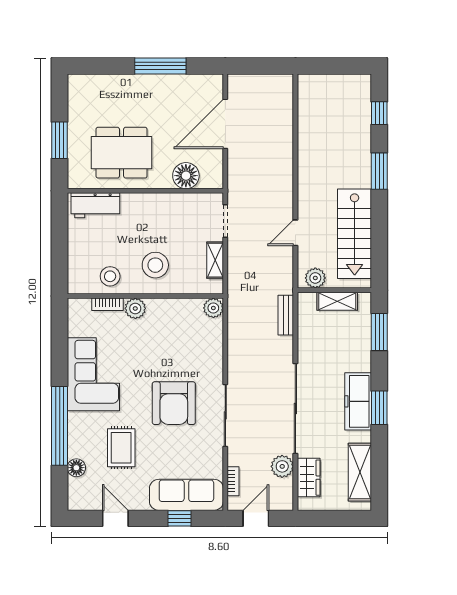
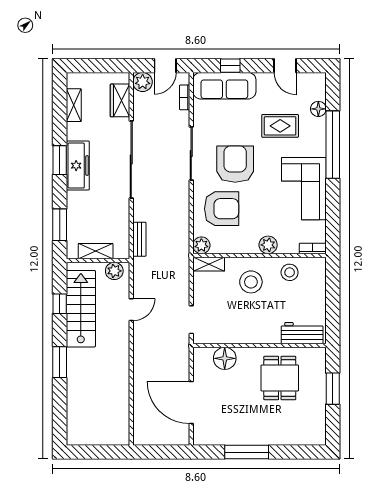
window: (379, 113) -> (60, 304), moved
door: (225, 124) -> (191, 403), swing flipped
dining table: (122, 153) -> (280, 378), width x0.73
shelving: (215, 260) -> (209, 264), moved, turned 90
bookcase: (108, 304) -> (313, 248), moved
armchair: (190, 351) -> (222, 209), added
rug: (121, 448) -> (280, 126), turned 90
plant: (282, 466) -> (143, 82), moved
shelving: (360, 472) -> (74, 105), width x0.67, depth x0.75

